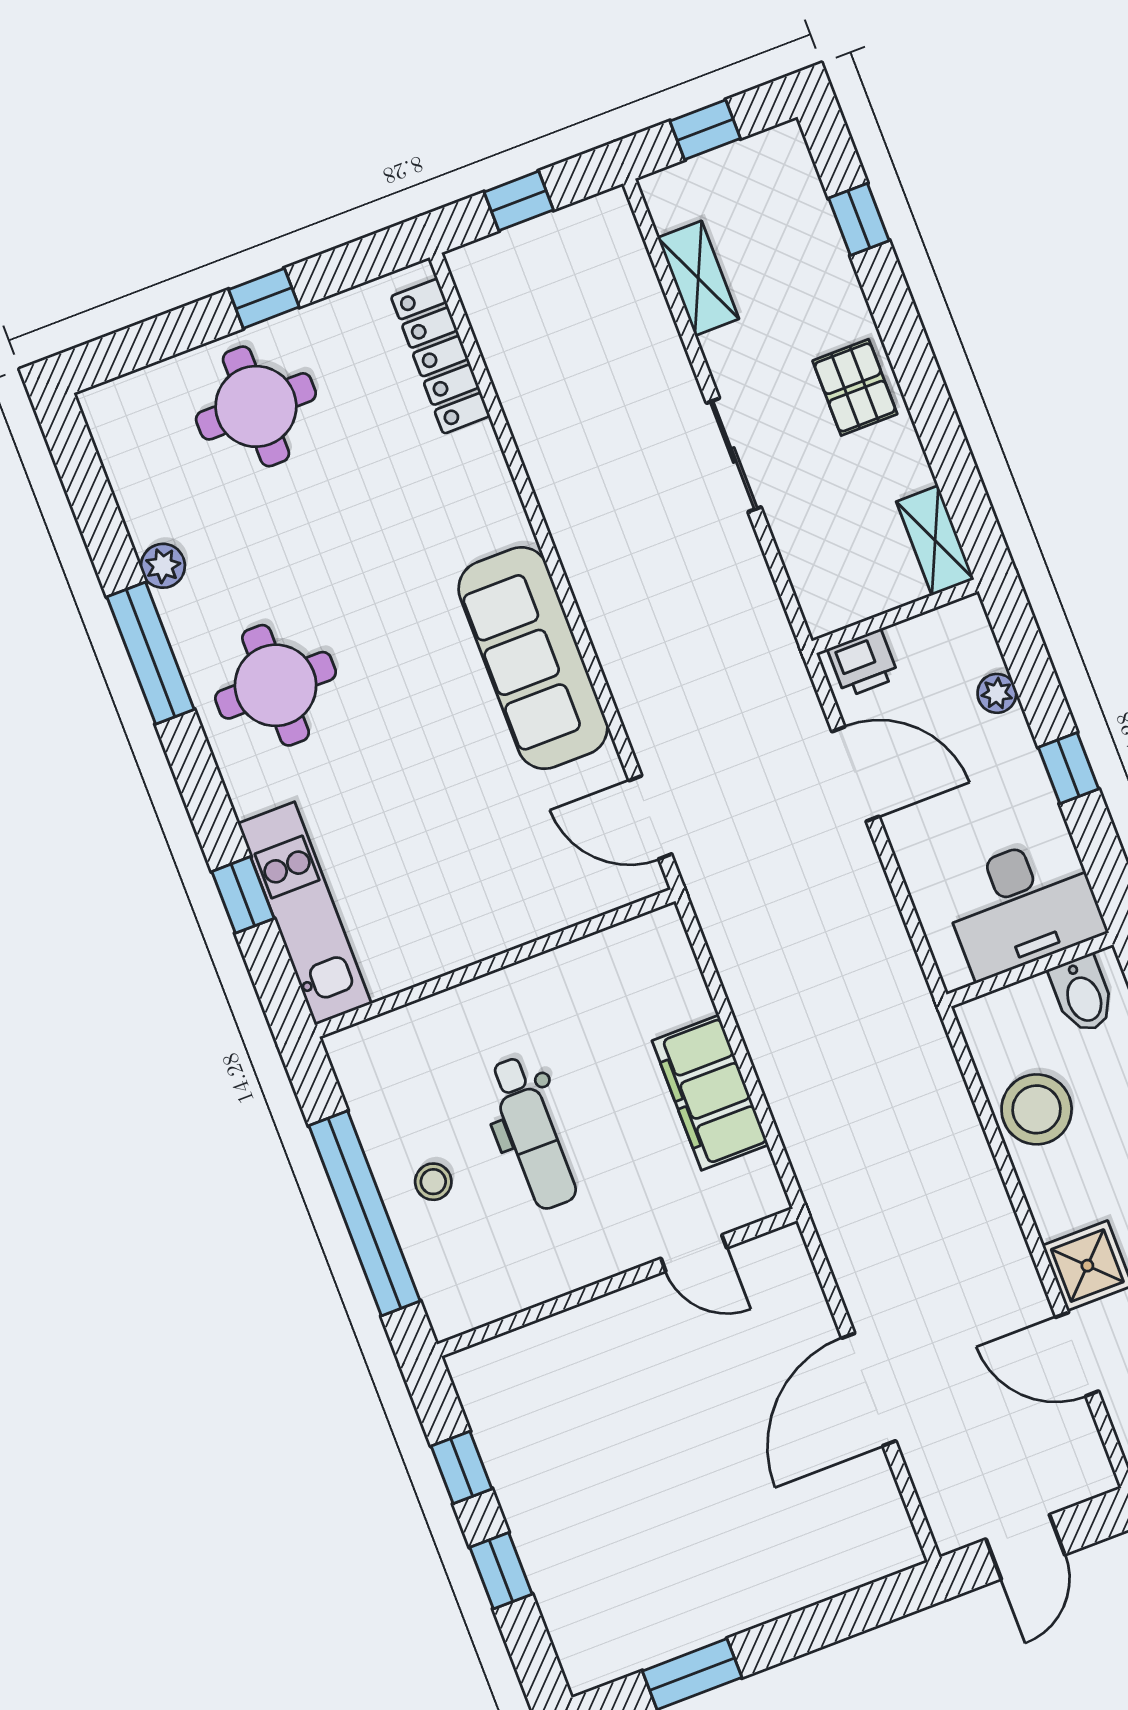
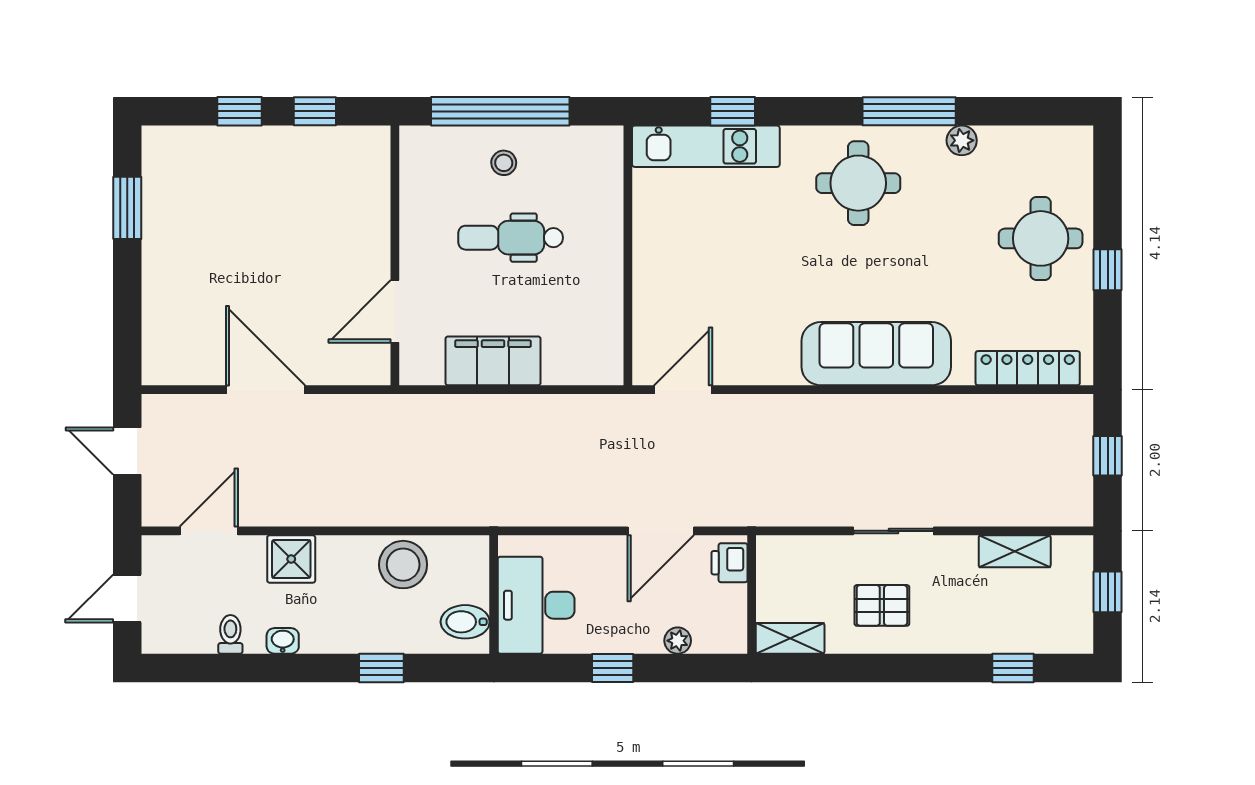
pallet: (855, 387) -> (882, 605), moved
sofa: (533, 658) -> (876, 354), moved
door: (694, 1253) -> (395, 311), width x1.38
door: (1077, 1354) -> (209, 531), moved

